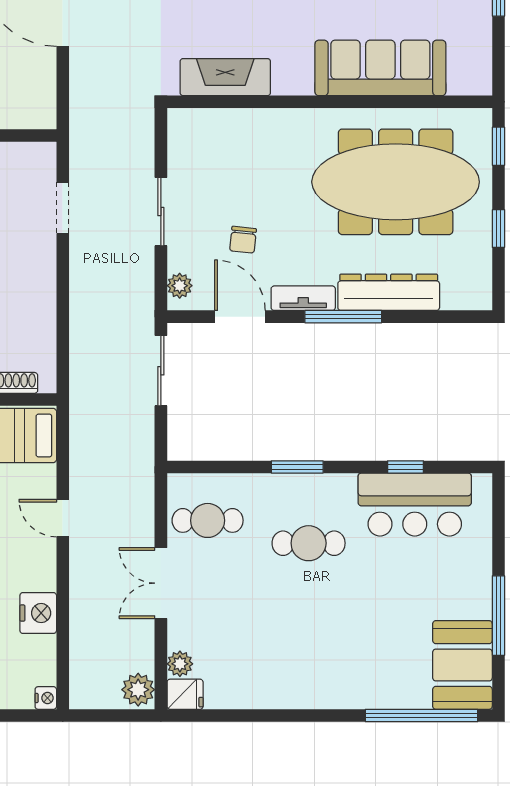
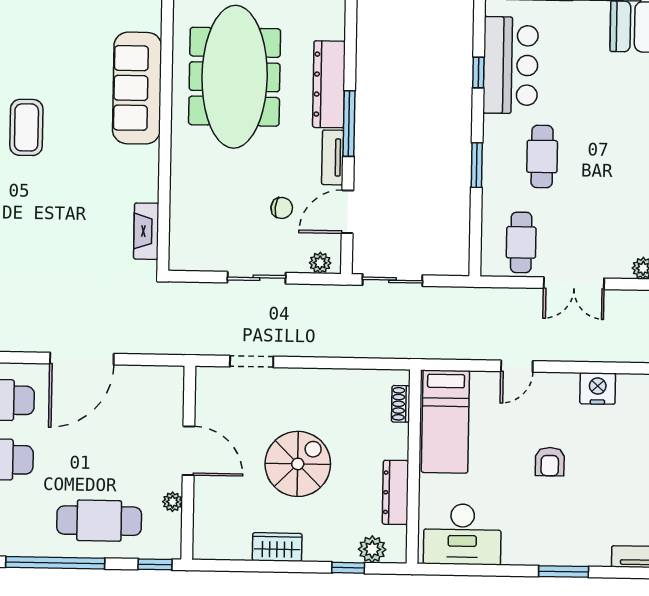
fireplace: (225, 77) -> (146, 231), width x0.73, depth x0.76

